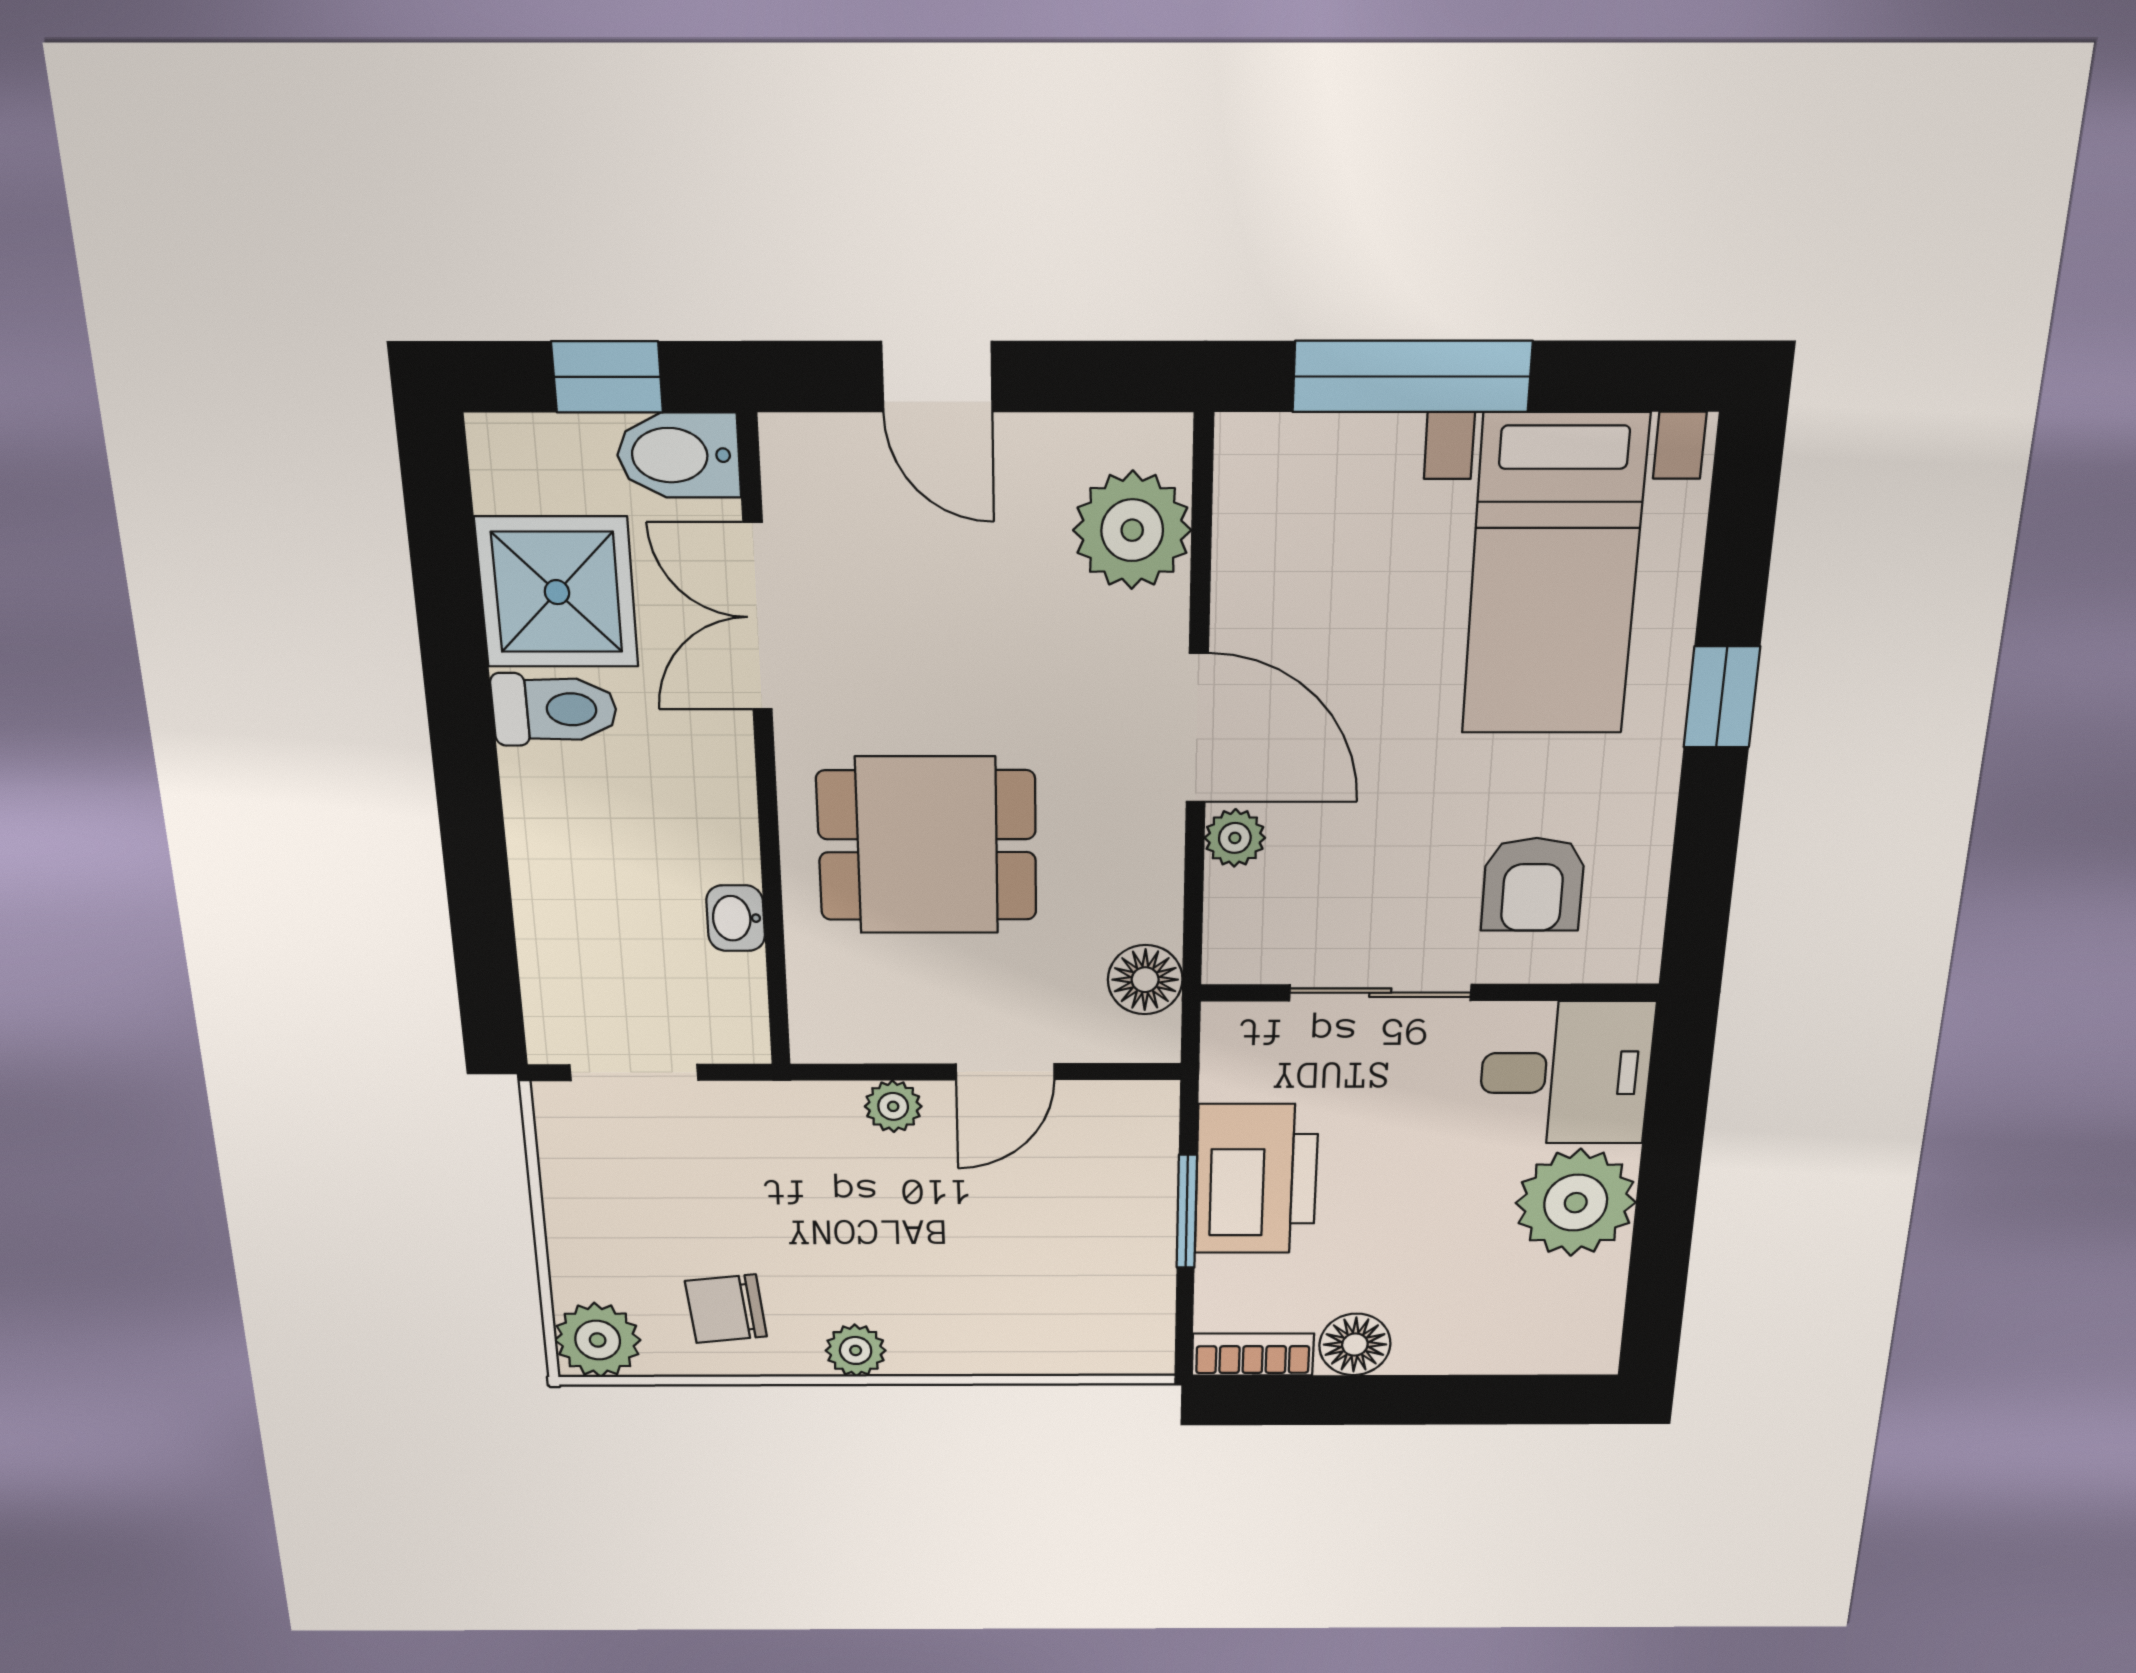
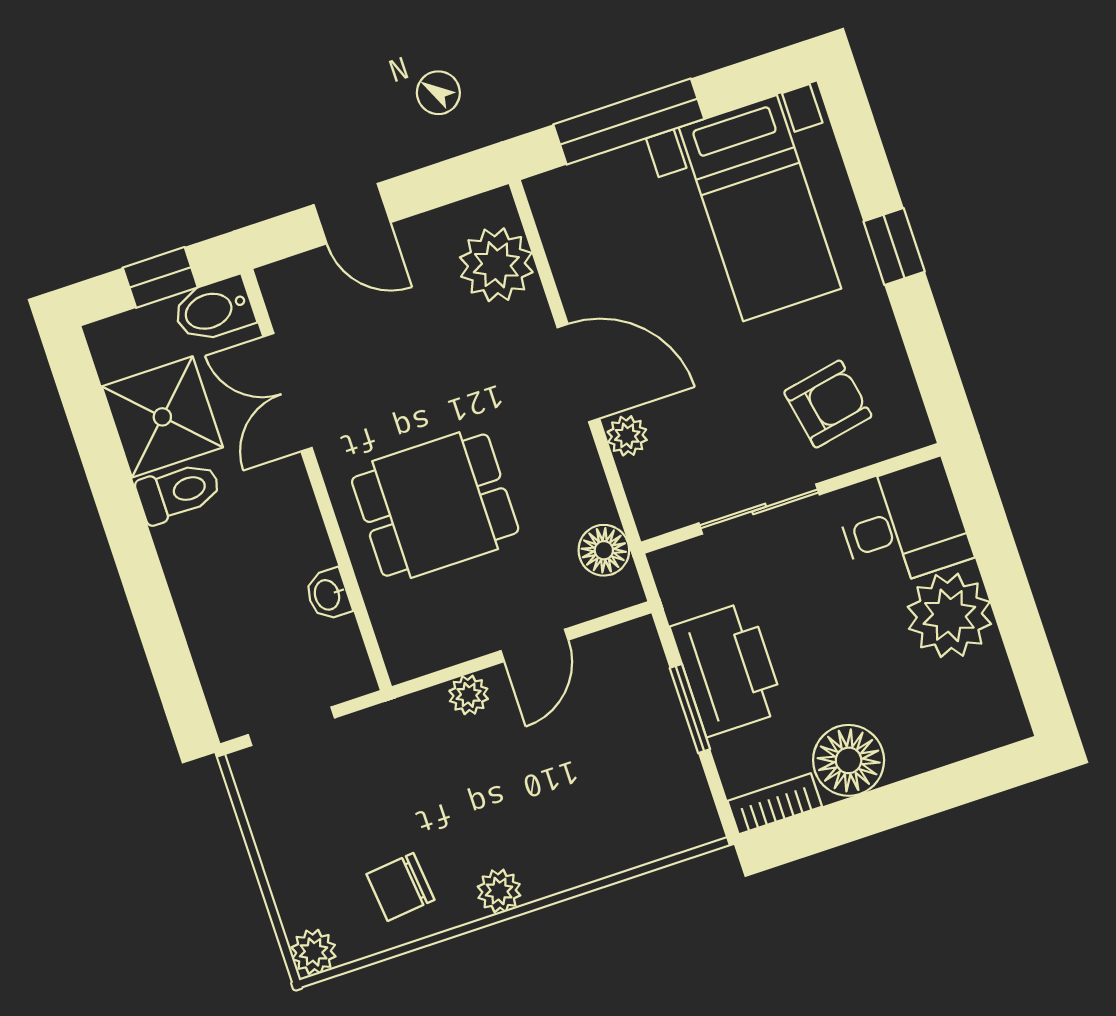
armchair: (1533, 885) -> (828, 404), turned -101
plant: (598, 1340) -> (314, 952), width x0.73, depth x0.73
floor lamp: (1355, 1344) -> (849, 760), width x1.38, depth x1.38

